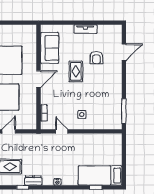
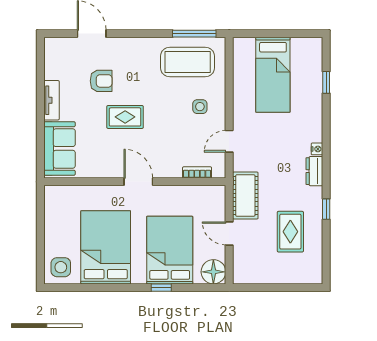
sofa: (50, 48) -> (60, 148), moved, turned 90
coffee table: (107, 107) -> (188, 62), added
cot: (31, 141) -> (245, 196), added
bed: (100, 175) -> (273, 75), moved
dresser: (33, 181) -> (314, 171), moved

